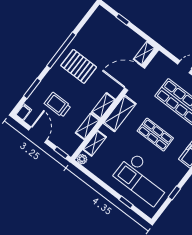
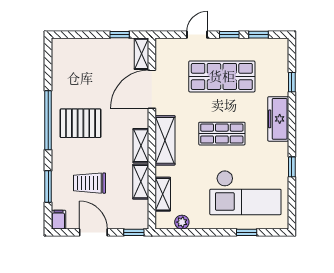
window: (123, 19) -> (120, 35), moved
plant: (82, 159) -> (182, 222), moved
window: (174, 193) -> (292, 167), moved

